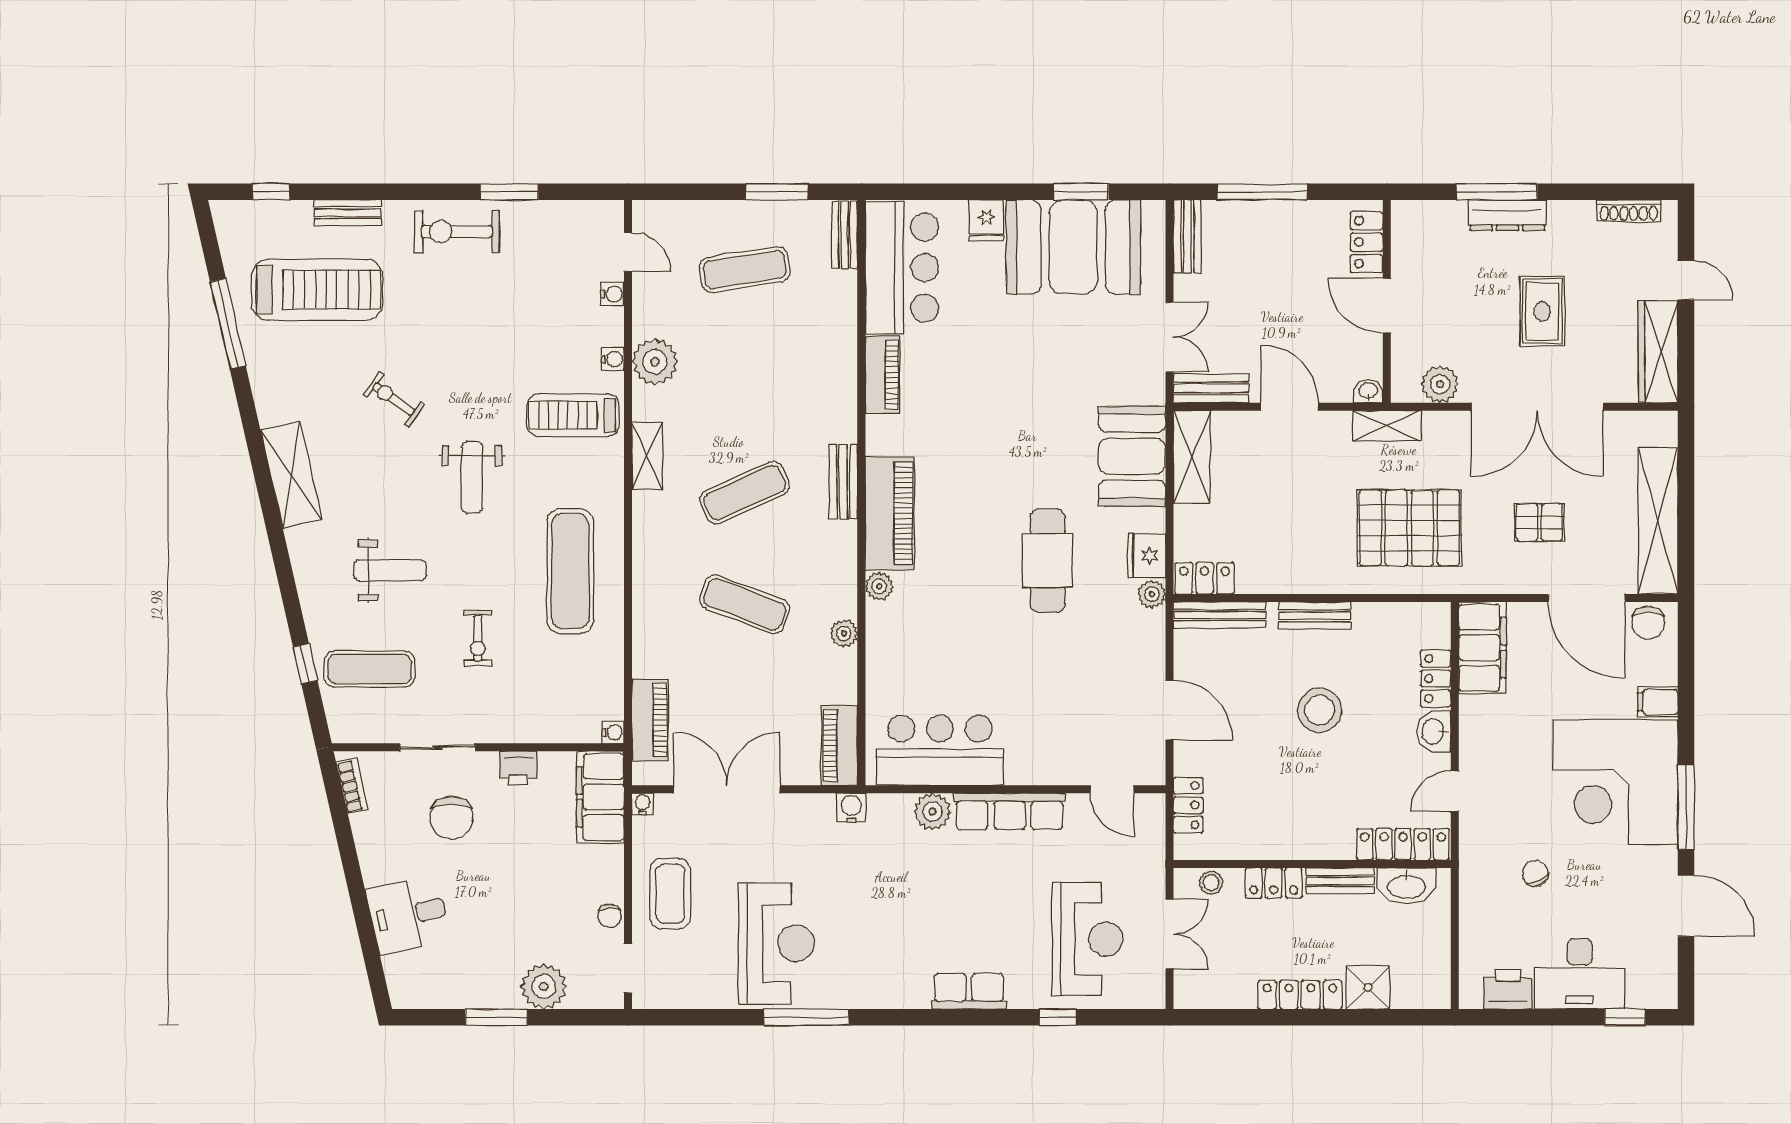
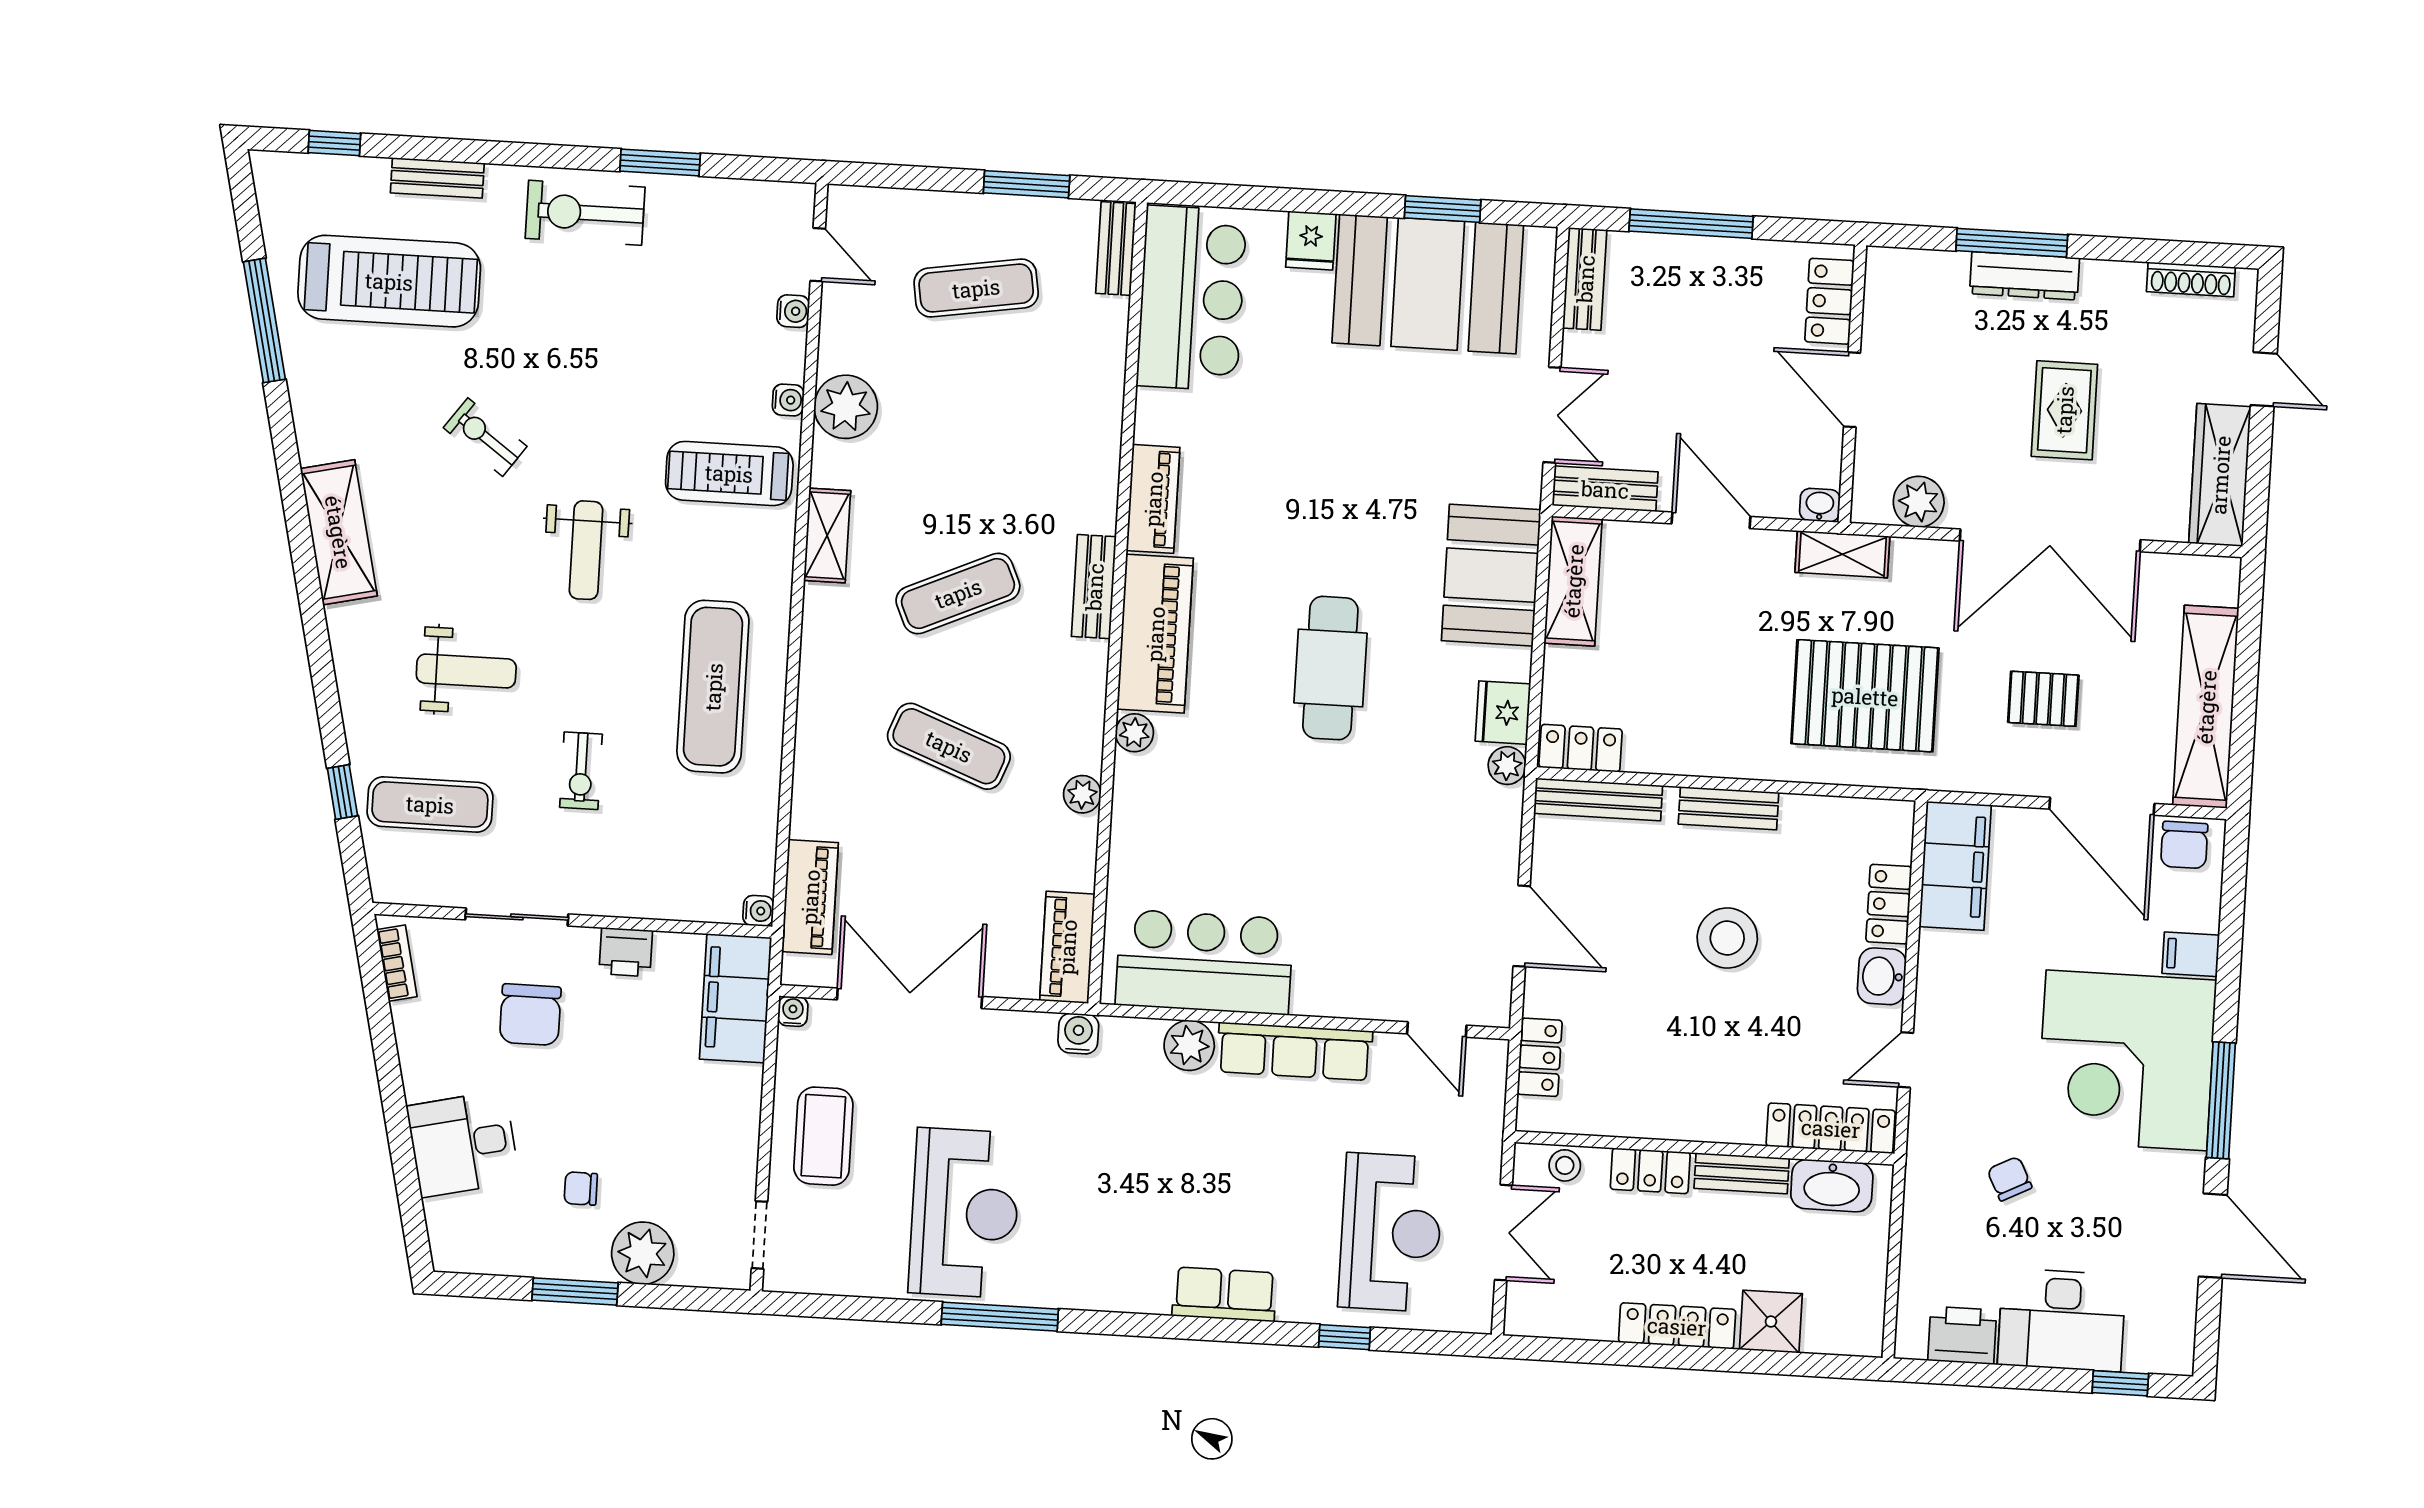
piano: (883, 375) -> (1153, 499), moved
cafe table: (1048, 561) -> (1330, 668), moved
chair: (610, 916) -> (581, 1189), moved, turned 90

